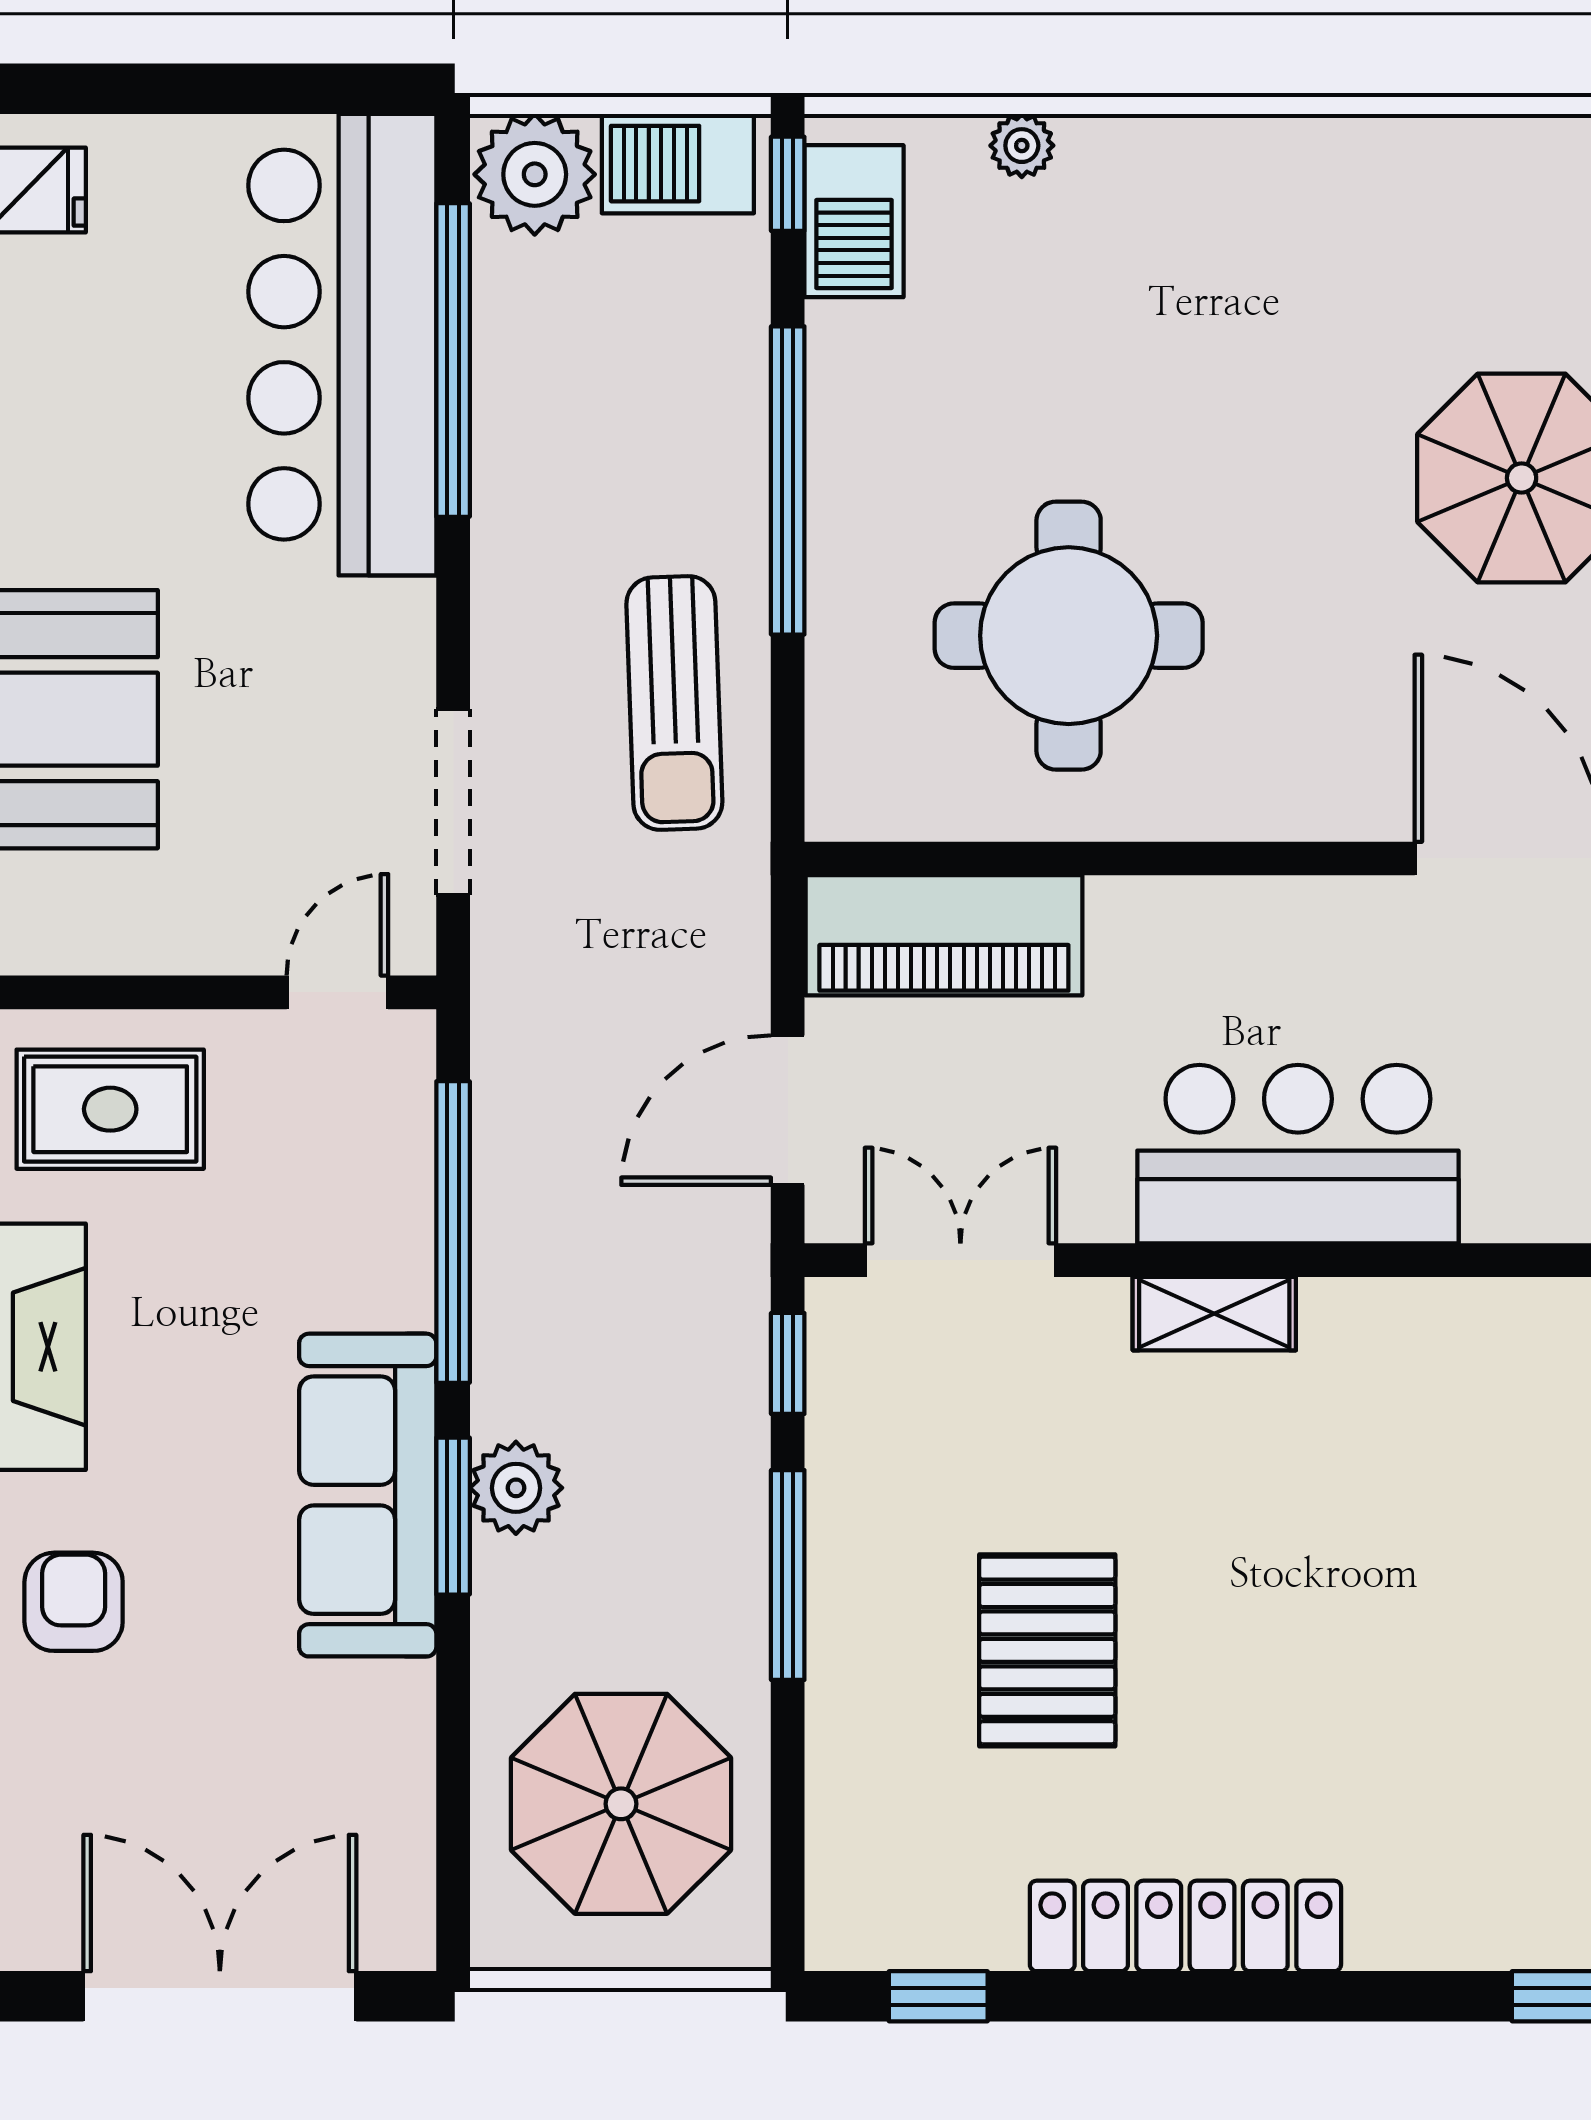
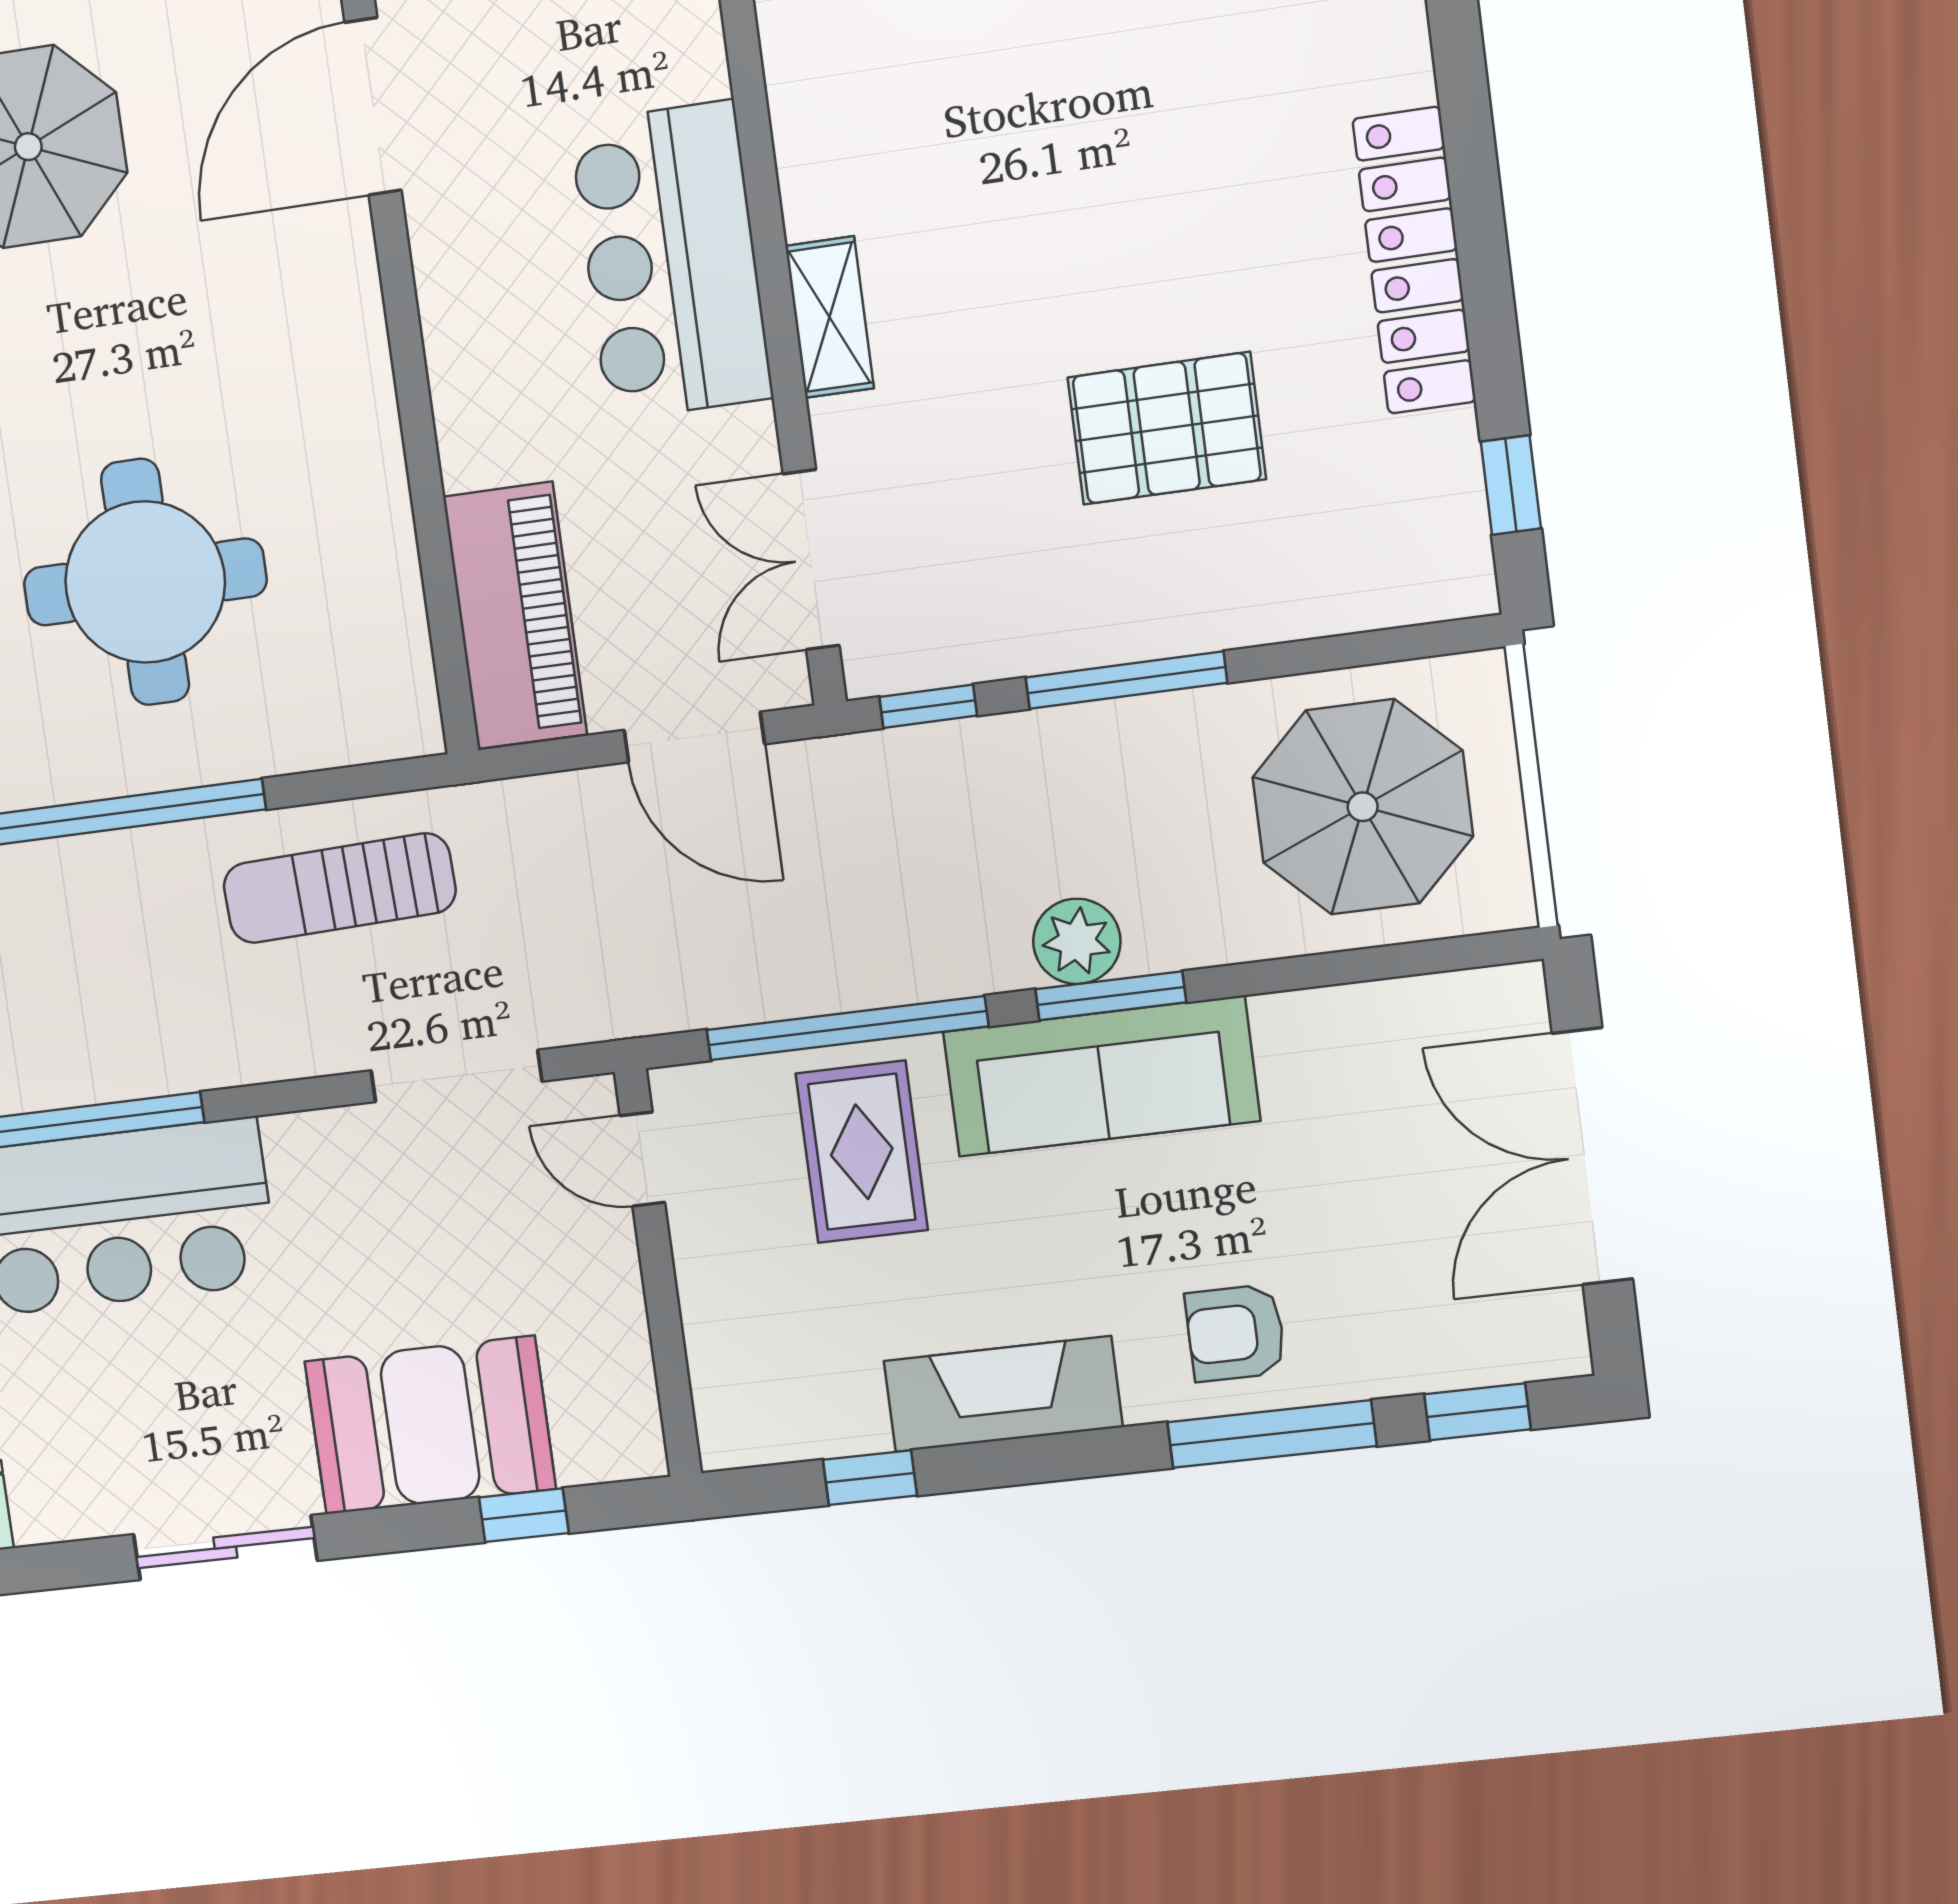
round table: (1069, 636) -> (145, 582), moved
sun lounger: (674, 703) -> (339, 888), turned 180
rug: (110, 1109) -> (862, 1152), moved

